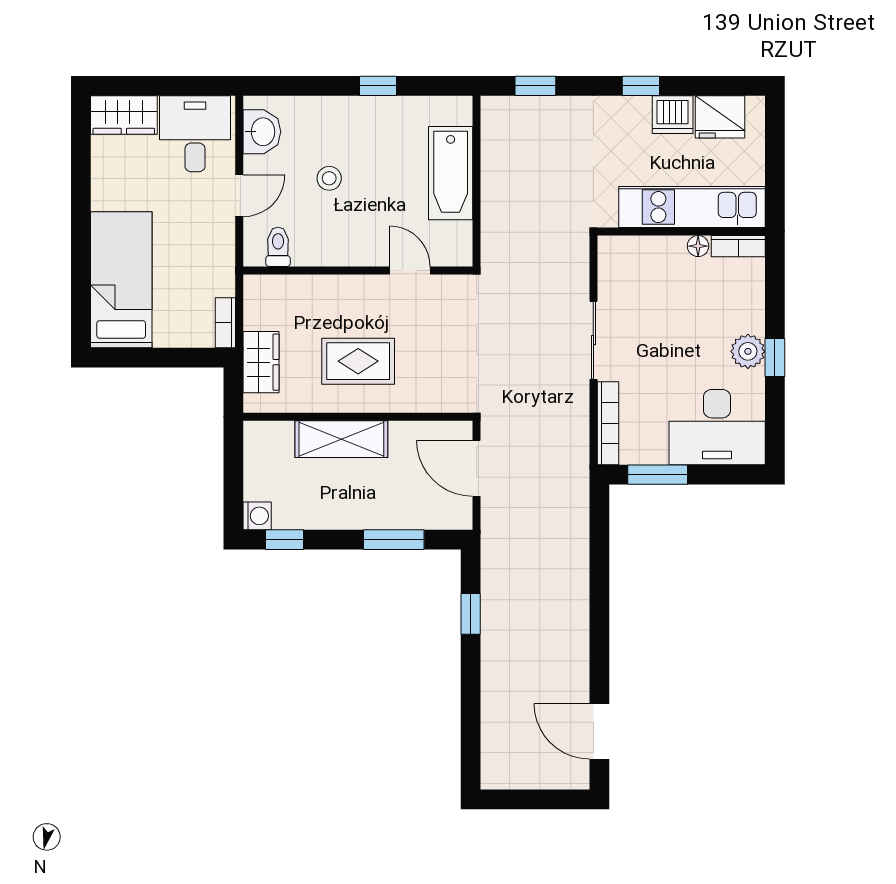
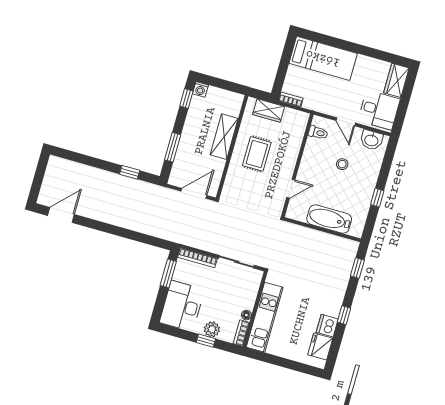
kitchen unit: (692, 207) -> (265, 317), moved
wall: (681, 232) -> (255, 309), moved
floor lamp: (698, 246) -> (246, 315), moved
bookcase: (738, 246) -> (241, 333), moved

